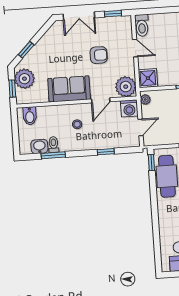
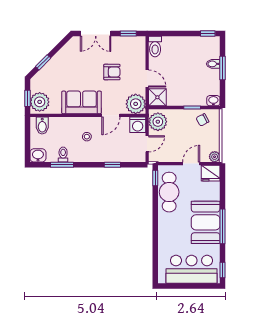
door: (135, 48) -> (147, 78), moved
plant: (24, 79) -> (40, 102), moved
plant: (145, 99) -> (158, 122), width x1.87, depth x1.87
washbasin: (39, 146) -> (38, 155), moved

